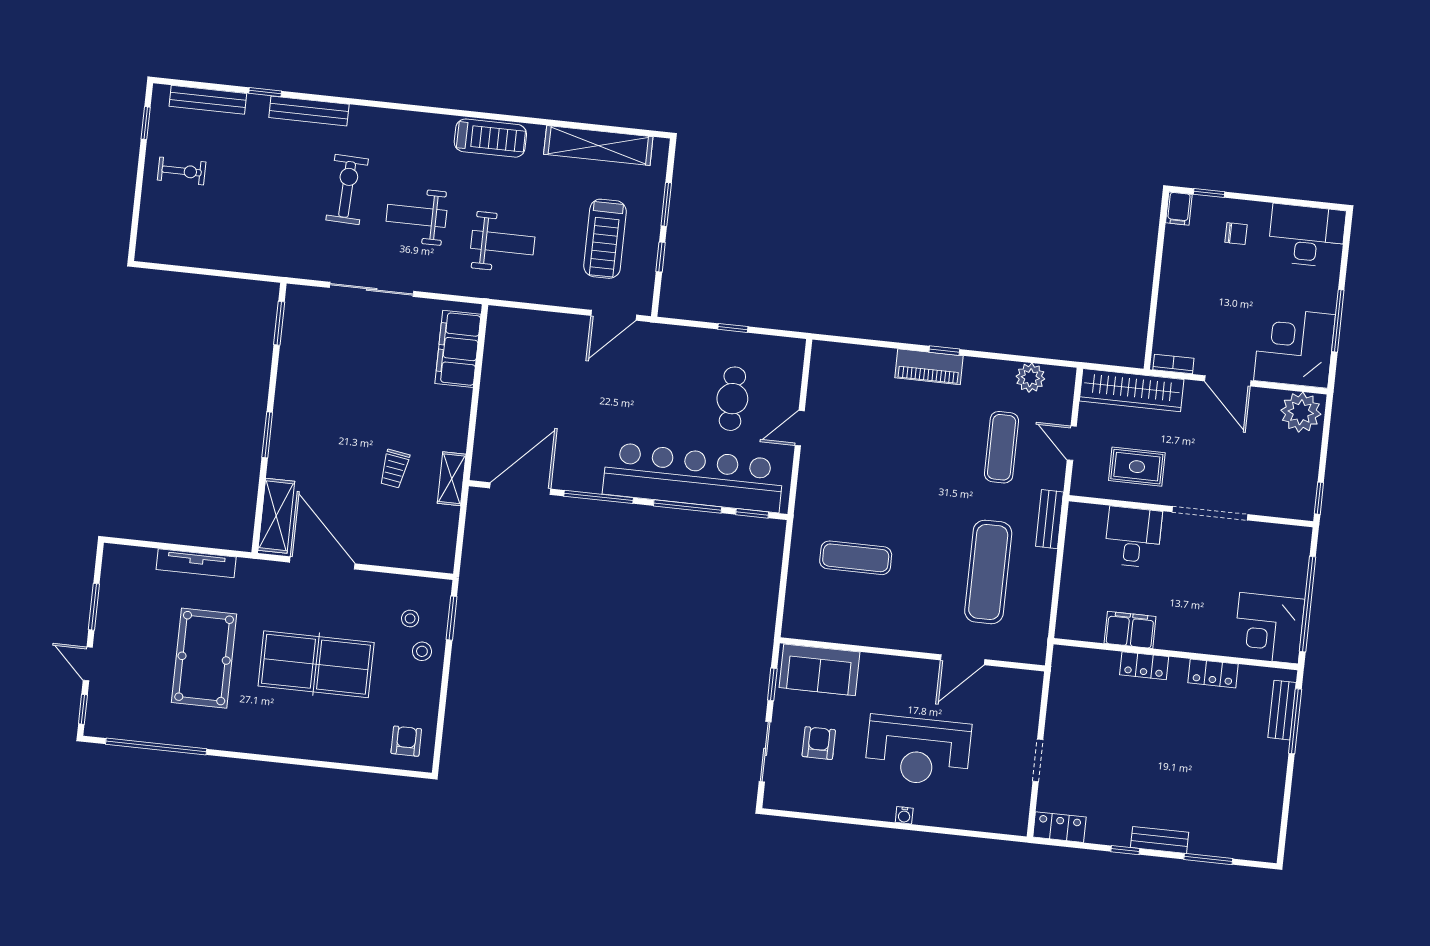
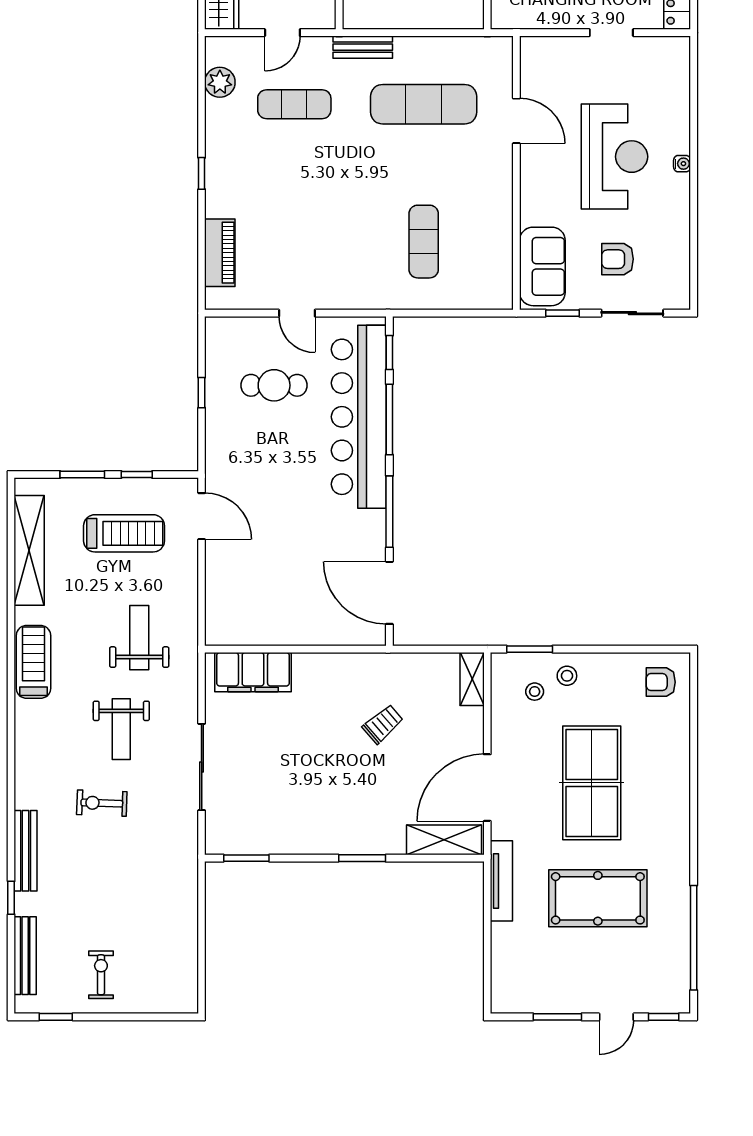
exercise bike: (347, 189) -> (102, 803), width x0.73, depth x0.72
piano: (929, 367) -> (220, 253), moved
trolley: (394, 469) -> (383, 724), turned -50
shelving: (452, 479) -> (472, 679), moved, turned 90
tv unit: (196, 563) -> (501, 881), moved

